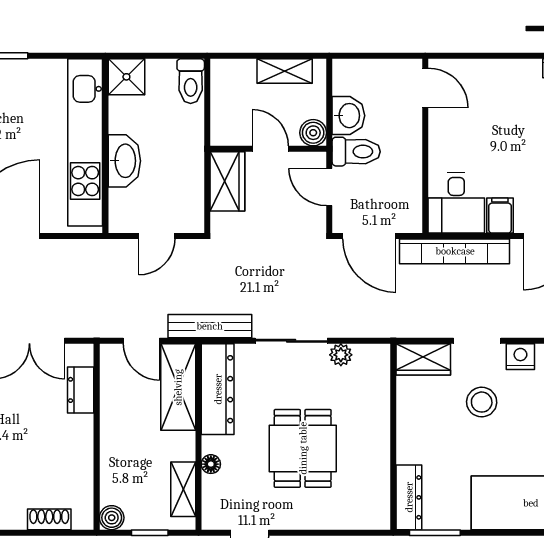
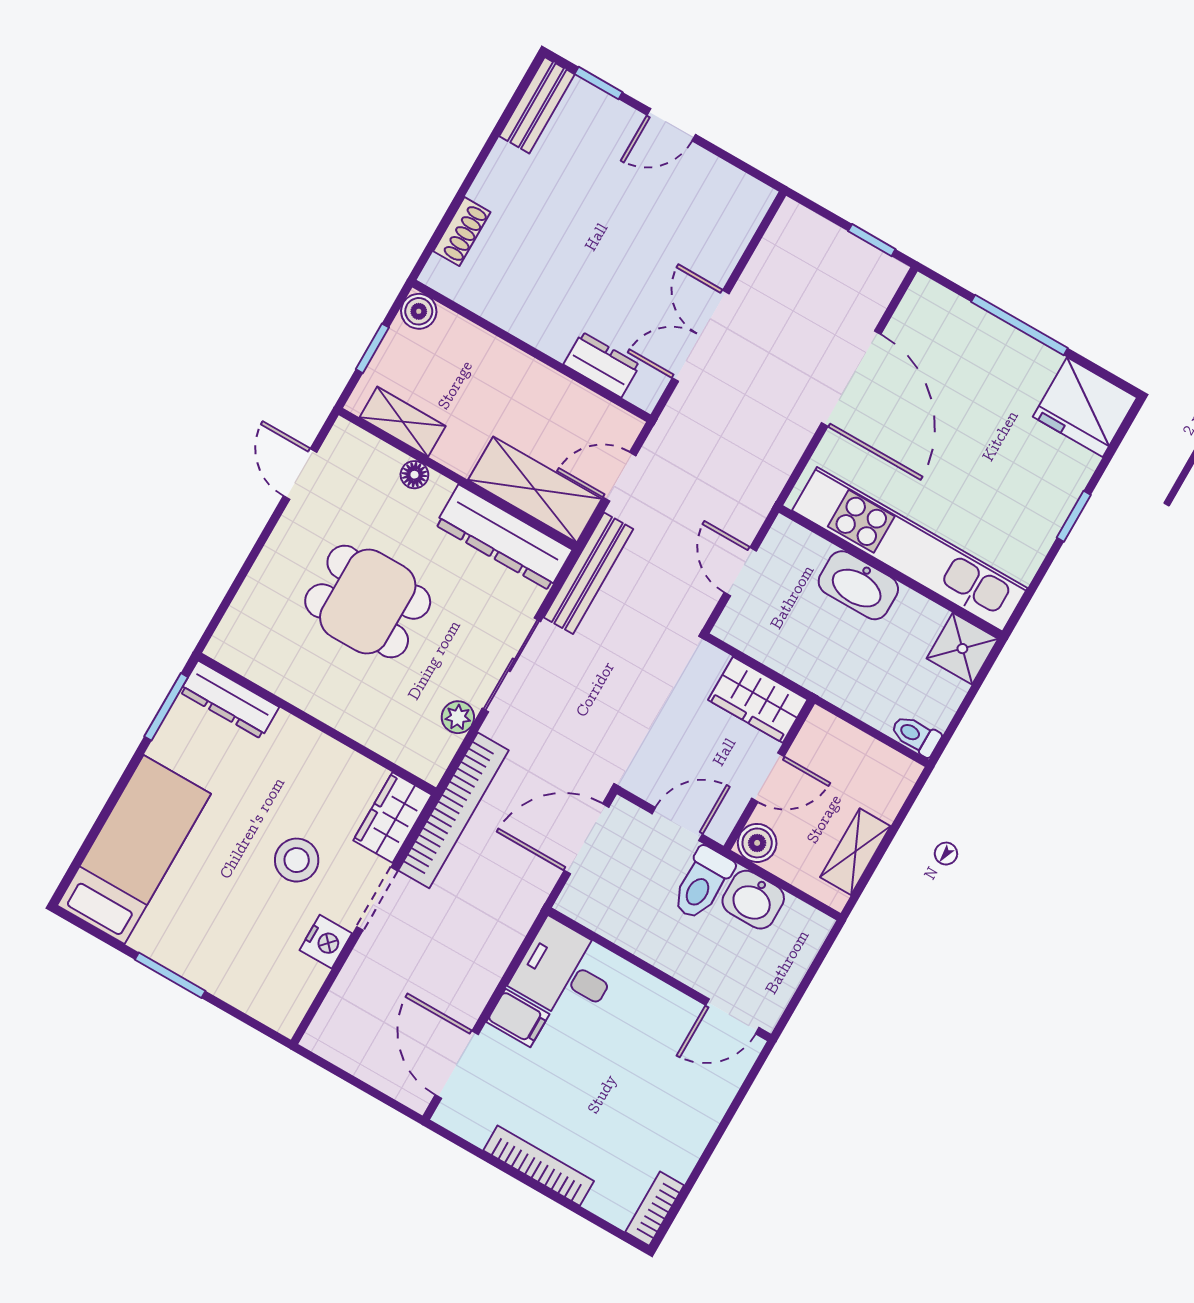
toilet: (191, 81) -> (916, 735), width x0.73, depth x0.72
bookcase: (455, 251) -> (453, 810), moved, turned 180

